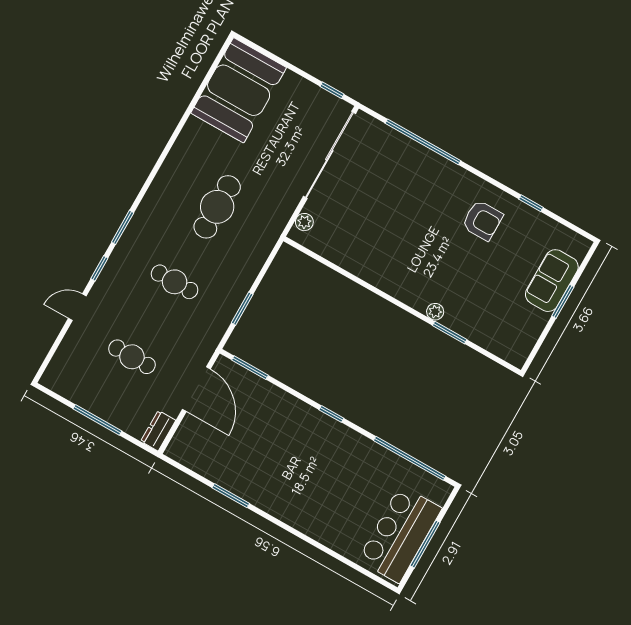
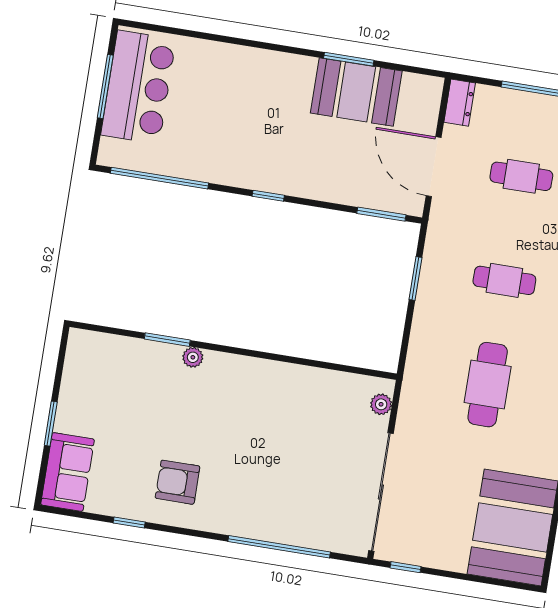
sofa: (552, 281) -> (68, 472), moved
booth: (234, 468) -> (356, 92), added

